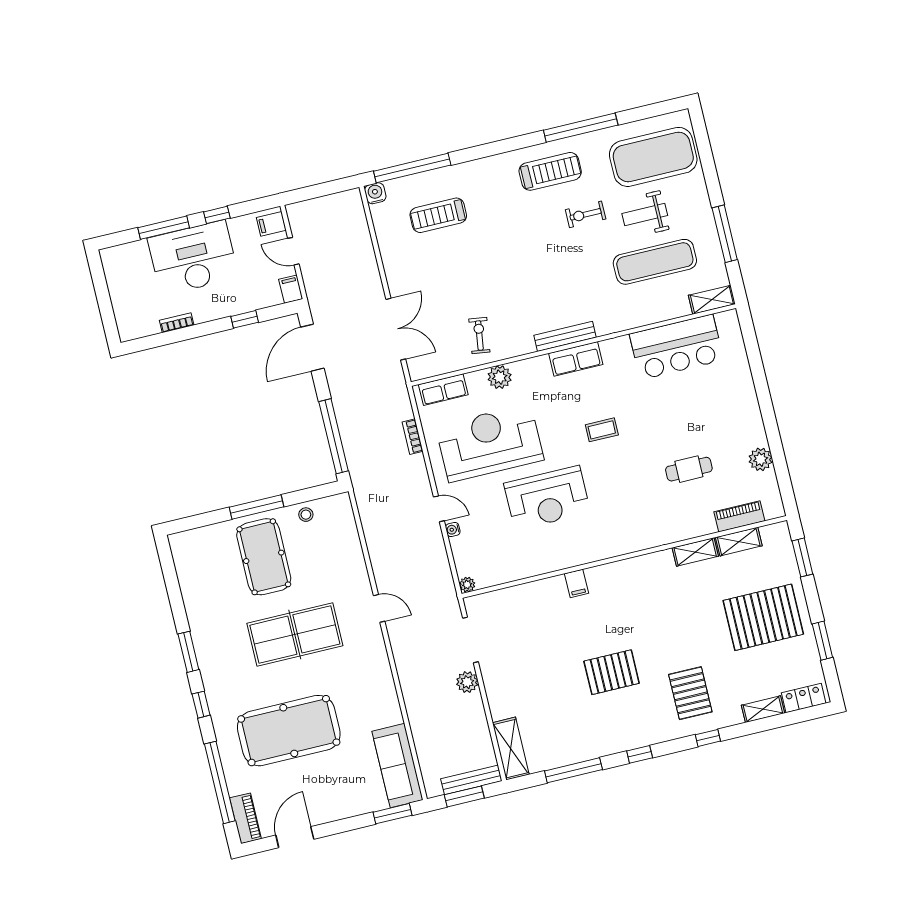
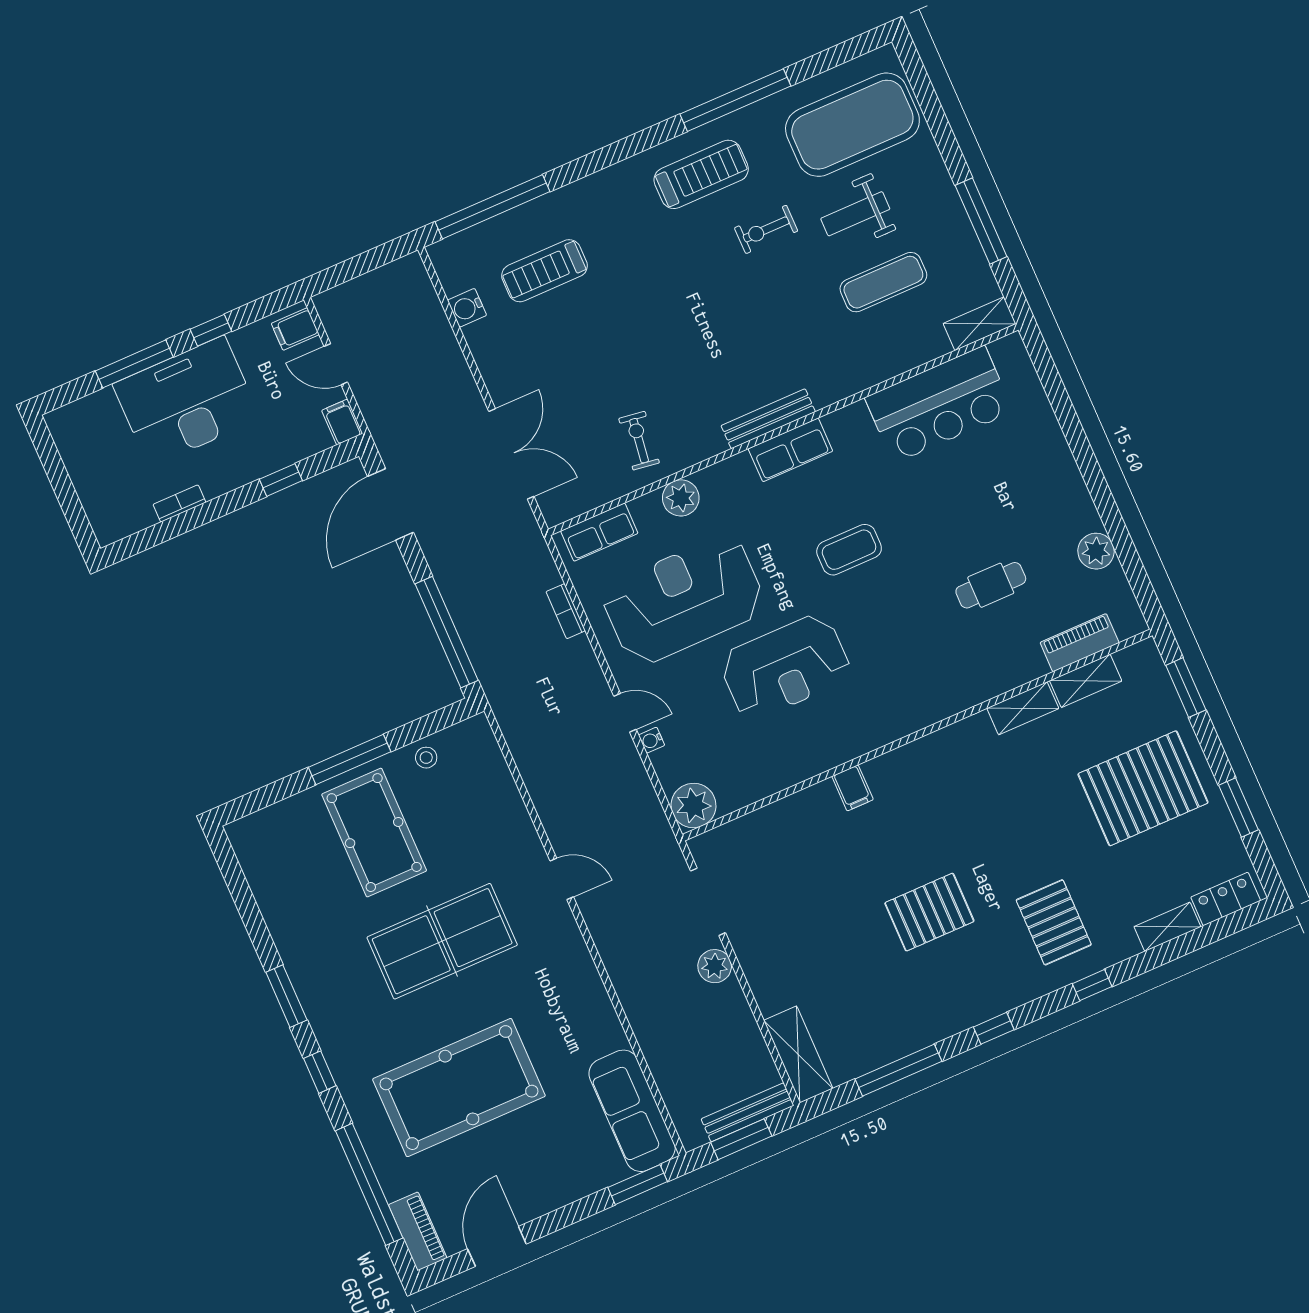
water cooler: (375, 193) -> (467, 308), moved, turned -90
exercise mat: (655, 262) -> (883, 282), width x0.73, depth x0.69
coffee table: (602, 430) -> (849, 550), width x1.36, depth x1.30
plant: (467, 585) -> (694, 806), width x1.87, depth x1.87

